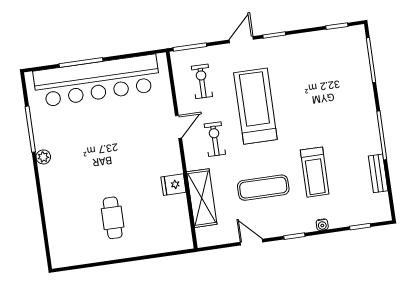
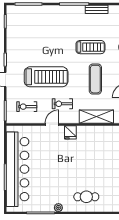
treadmill: (255, 106) -> (46, 77), turned 180
door: (178, 127) -> (52, 124), hinge flipped
fridge: (173, 185) -> (70, 132), moved
cafe table: (113, 218) -> (86, 197), moved

